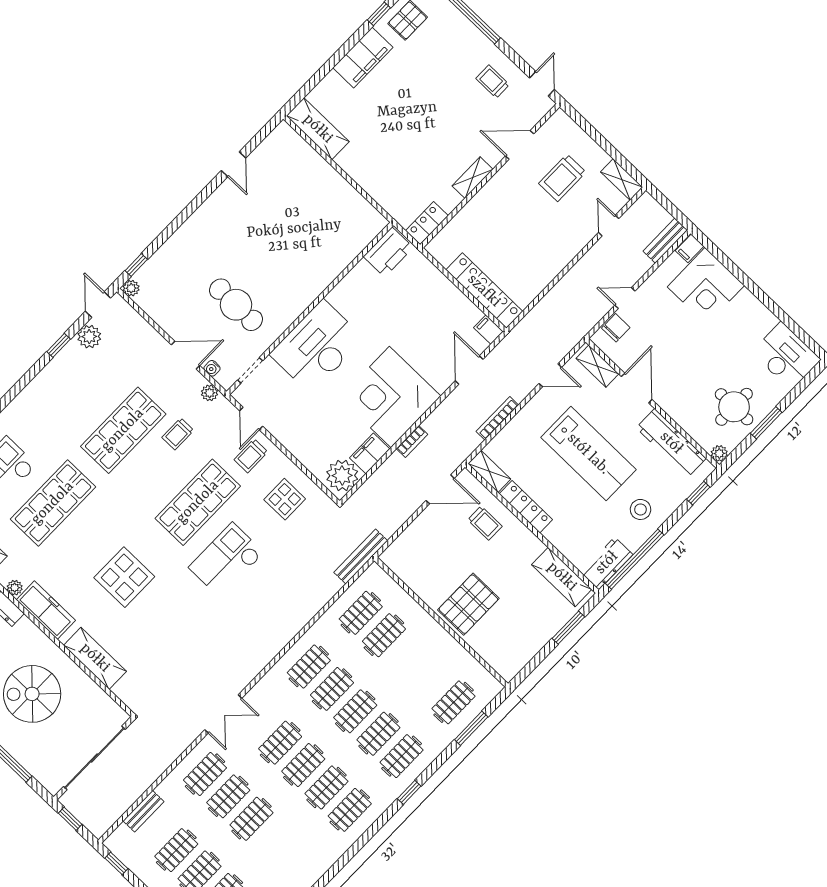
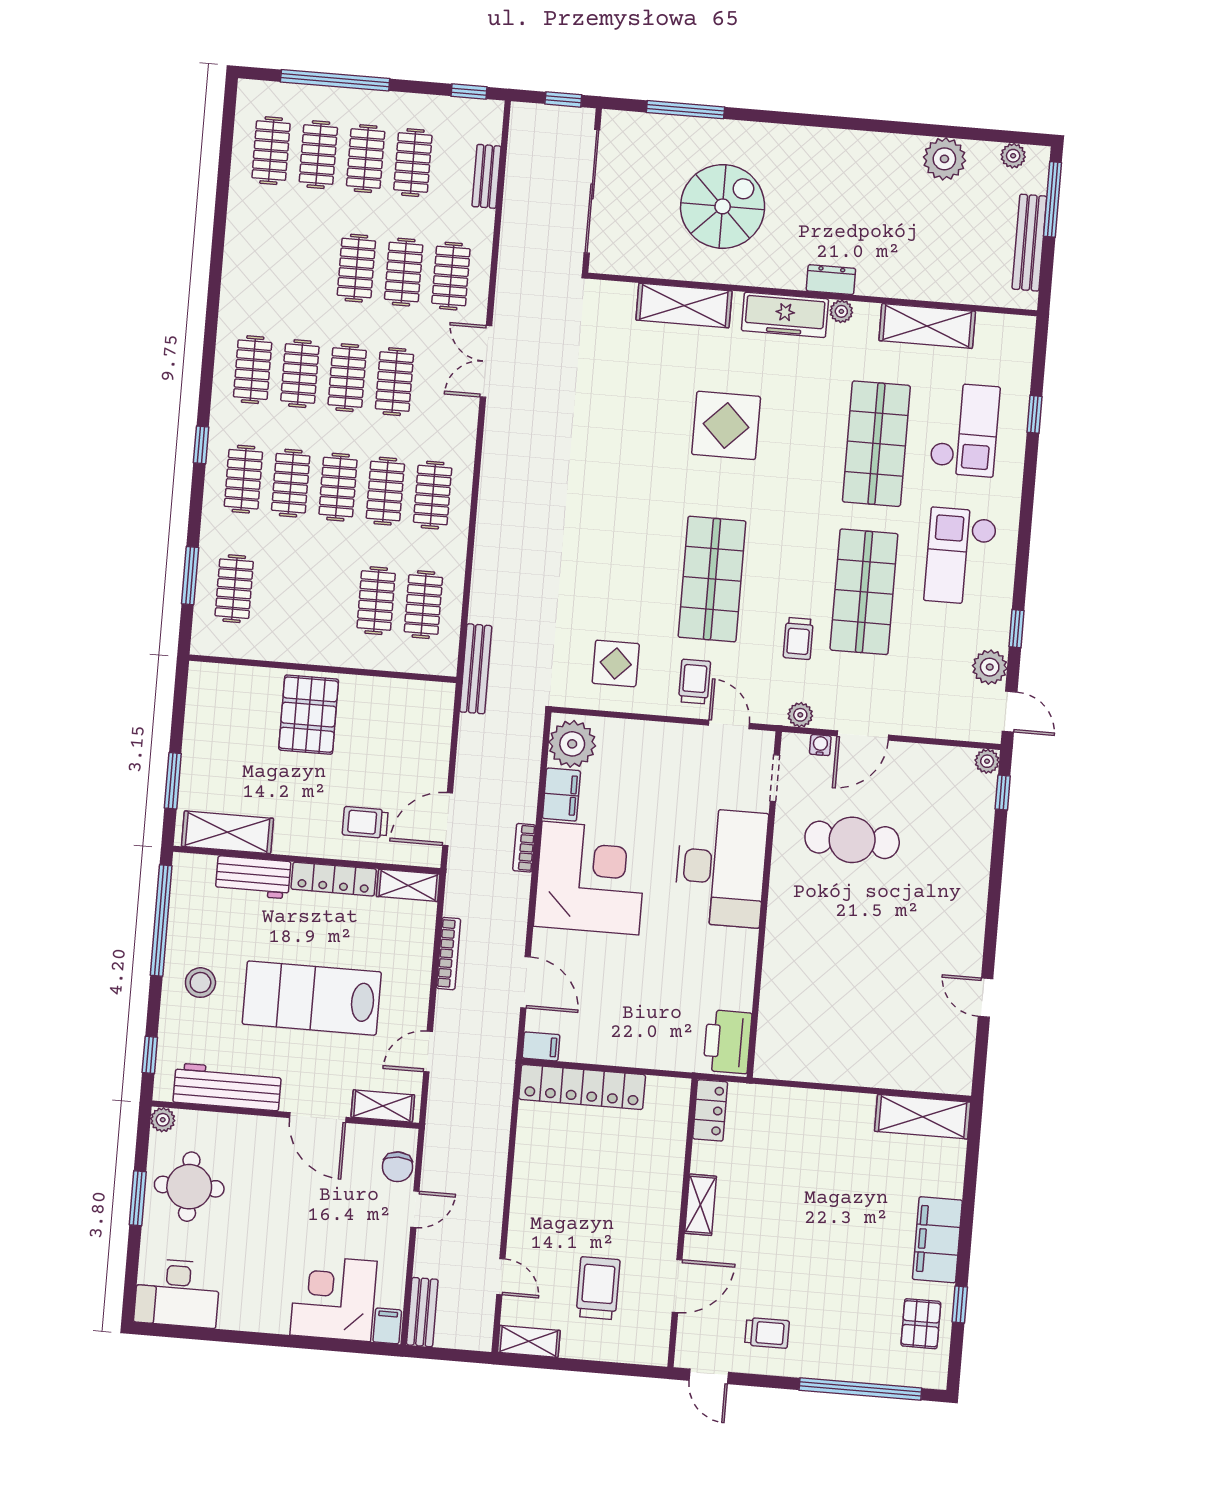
trolley: (178, 434) -> (798, 639), turned 180
checkout: (226, 560) -> (960, 556), moved, turned 180
workbench: (607, 563) -> (253, 877), moved, turned 90

